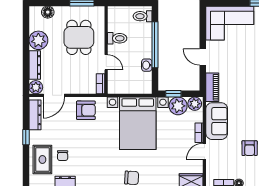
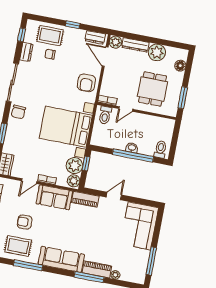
dining table: (79, 37) -> (153, 89), turned 90
toilet: (117, 38) -> (105, 115), moved
washbasin: (147, 65) -> (132, 148), moved
dresser: (35, 115) -> (95, 37), width x0.70
door: (204, 152) -> (29, 181), swing flipped

